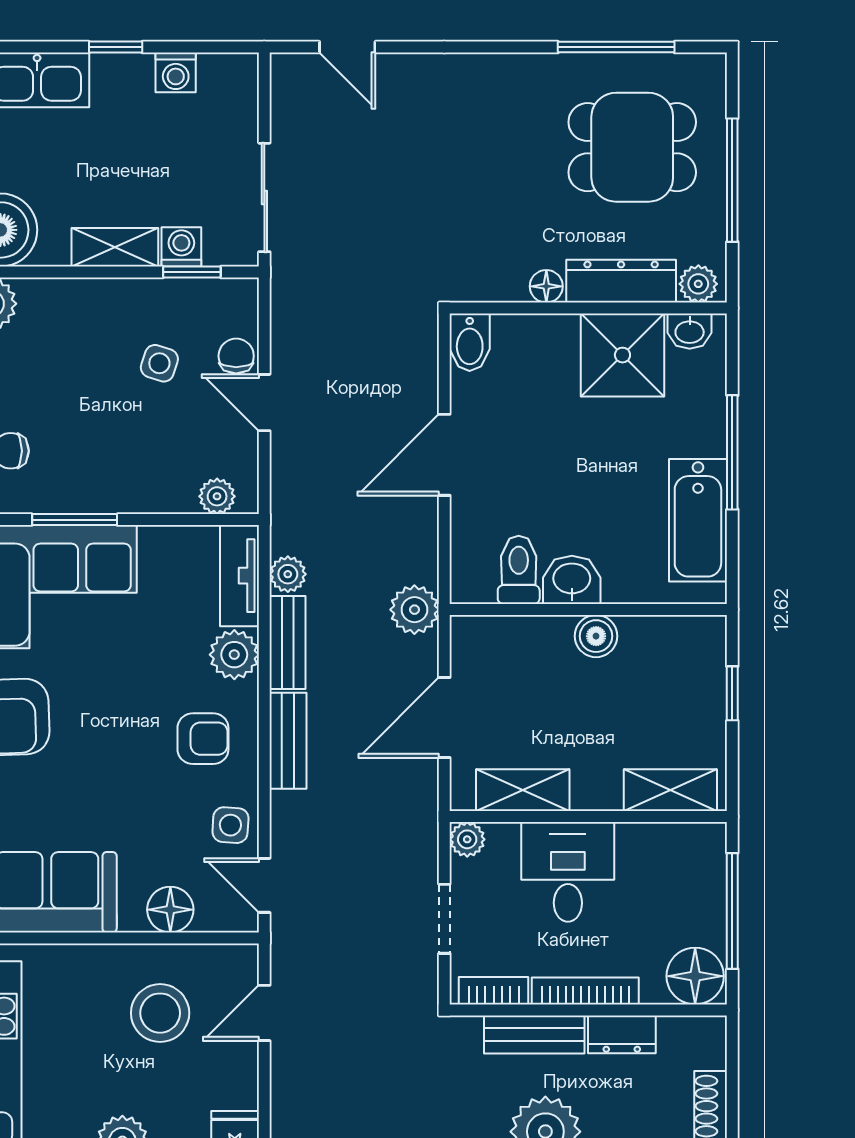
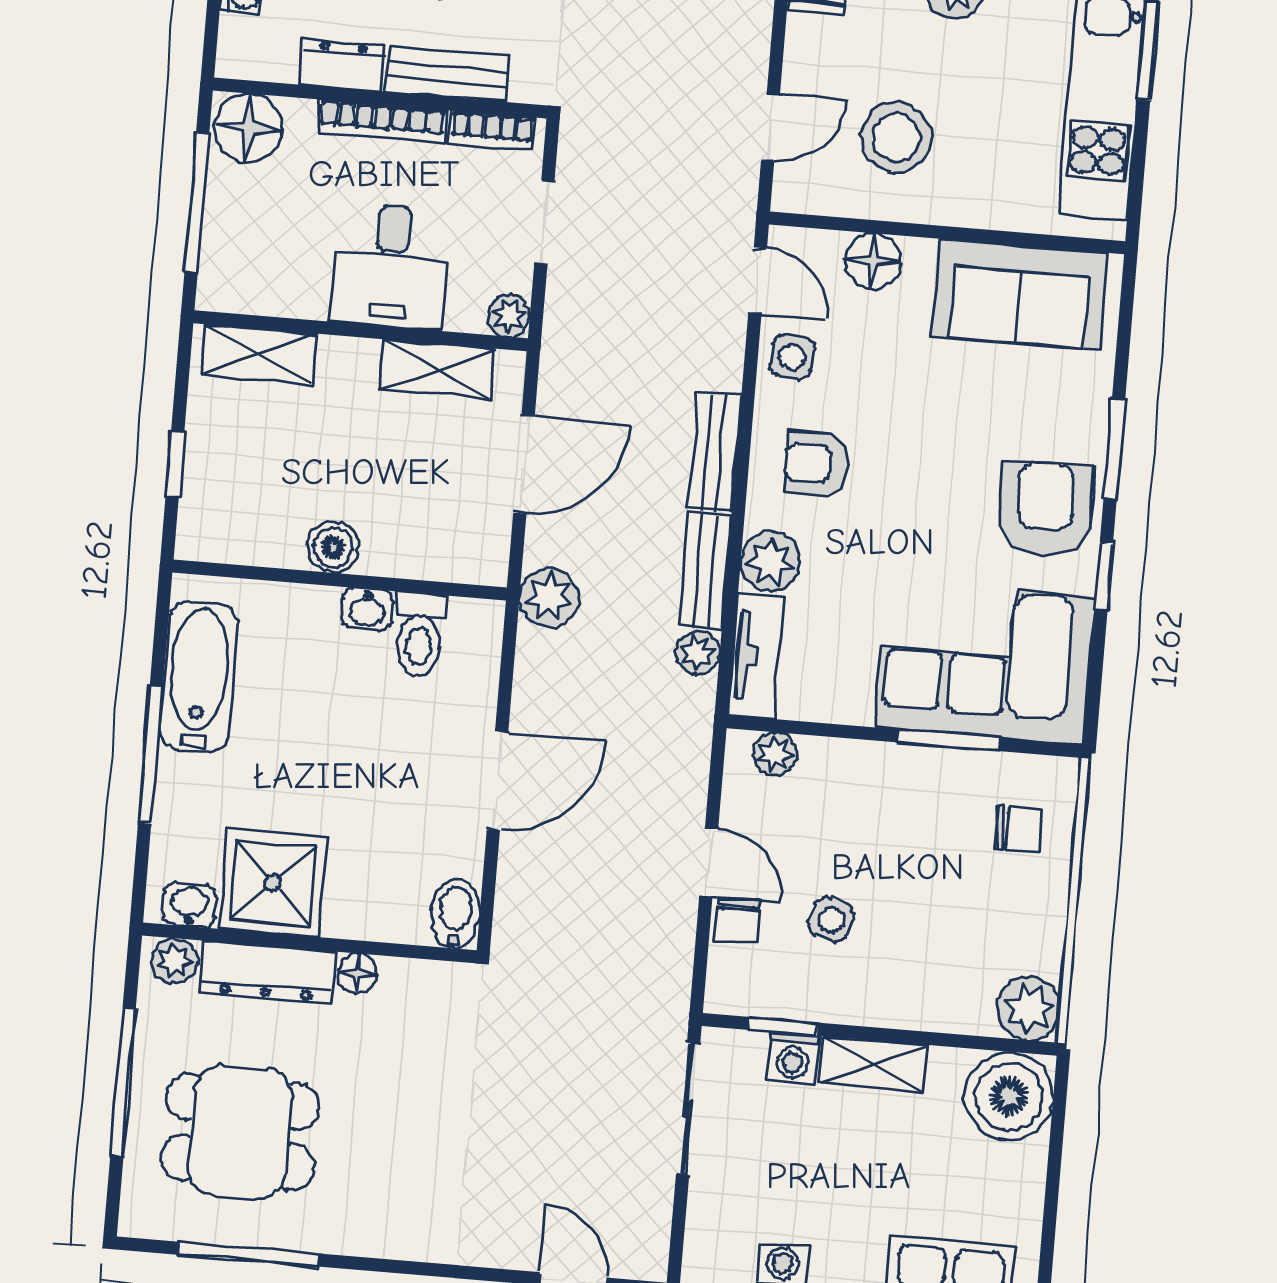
washbasin: (572, 580) -> (367, 609), width x0.72, depth x0.69

